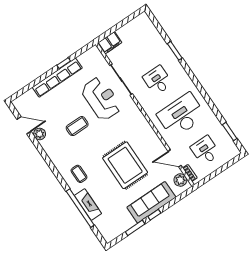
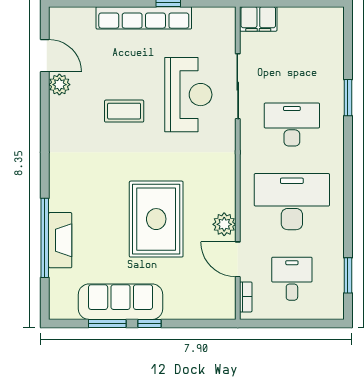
desk: (158, 80) -> (292, 125), width x1.37
coffee table: (79, 174) -> (78, 185), removed
plant: (180, 180) -> (224, 224), moved
sofa: (151, 202) -> (121, 302), moved

